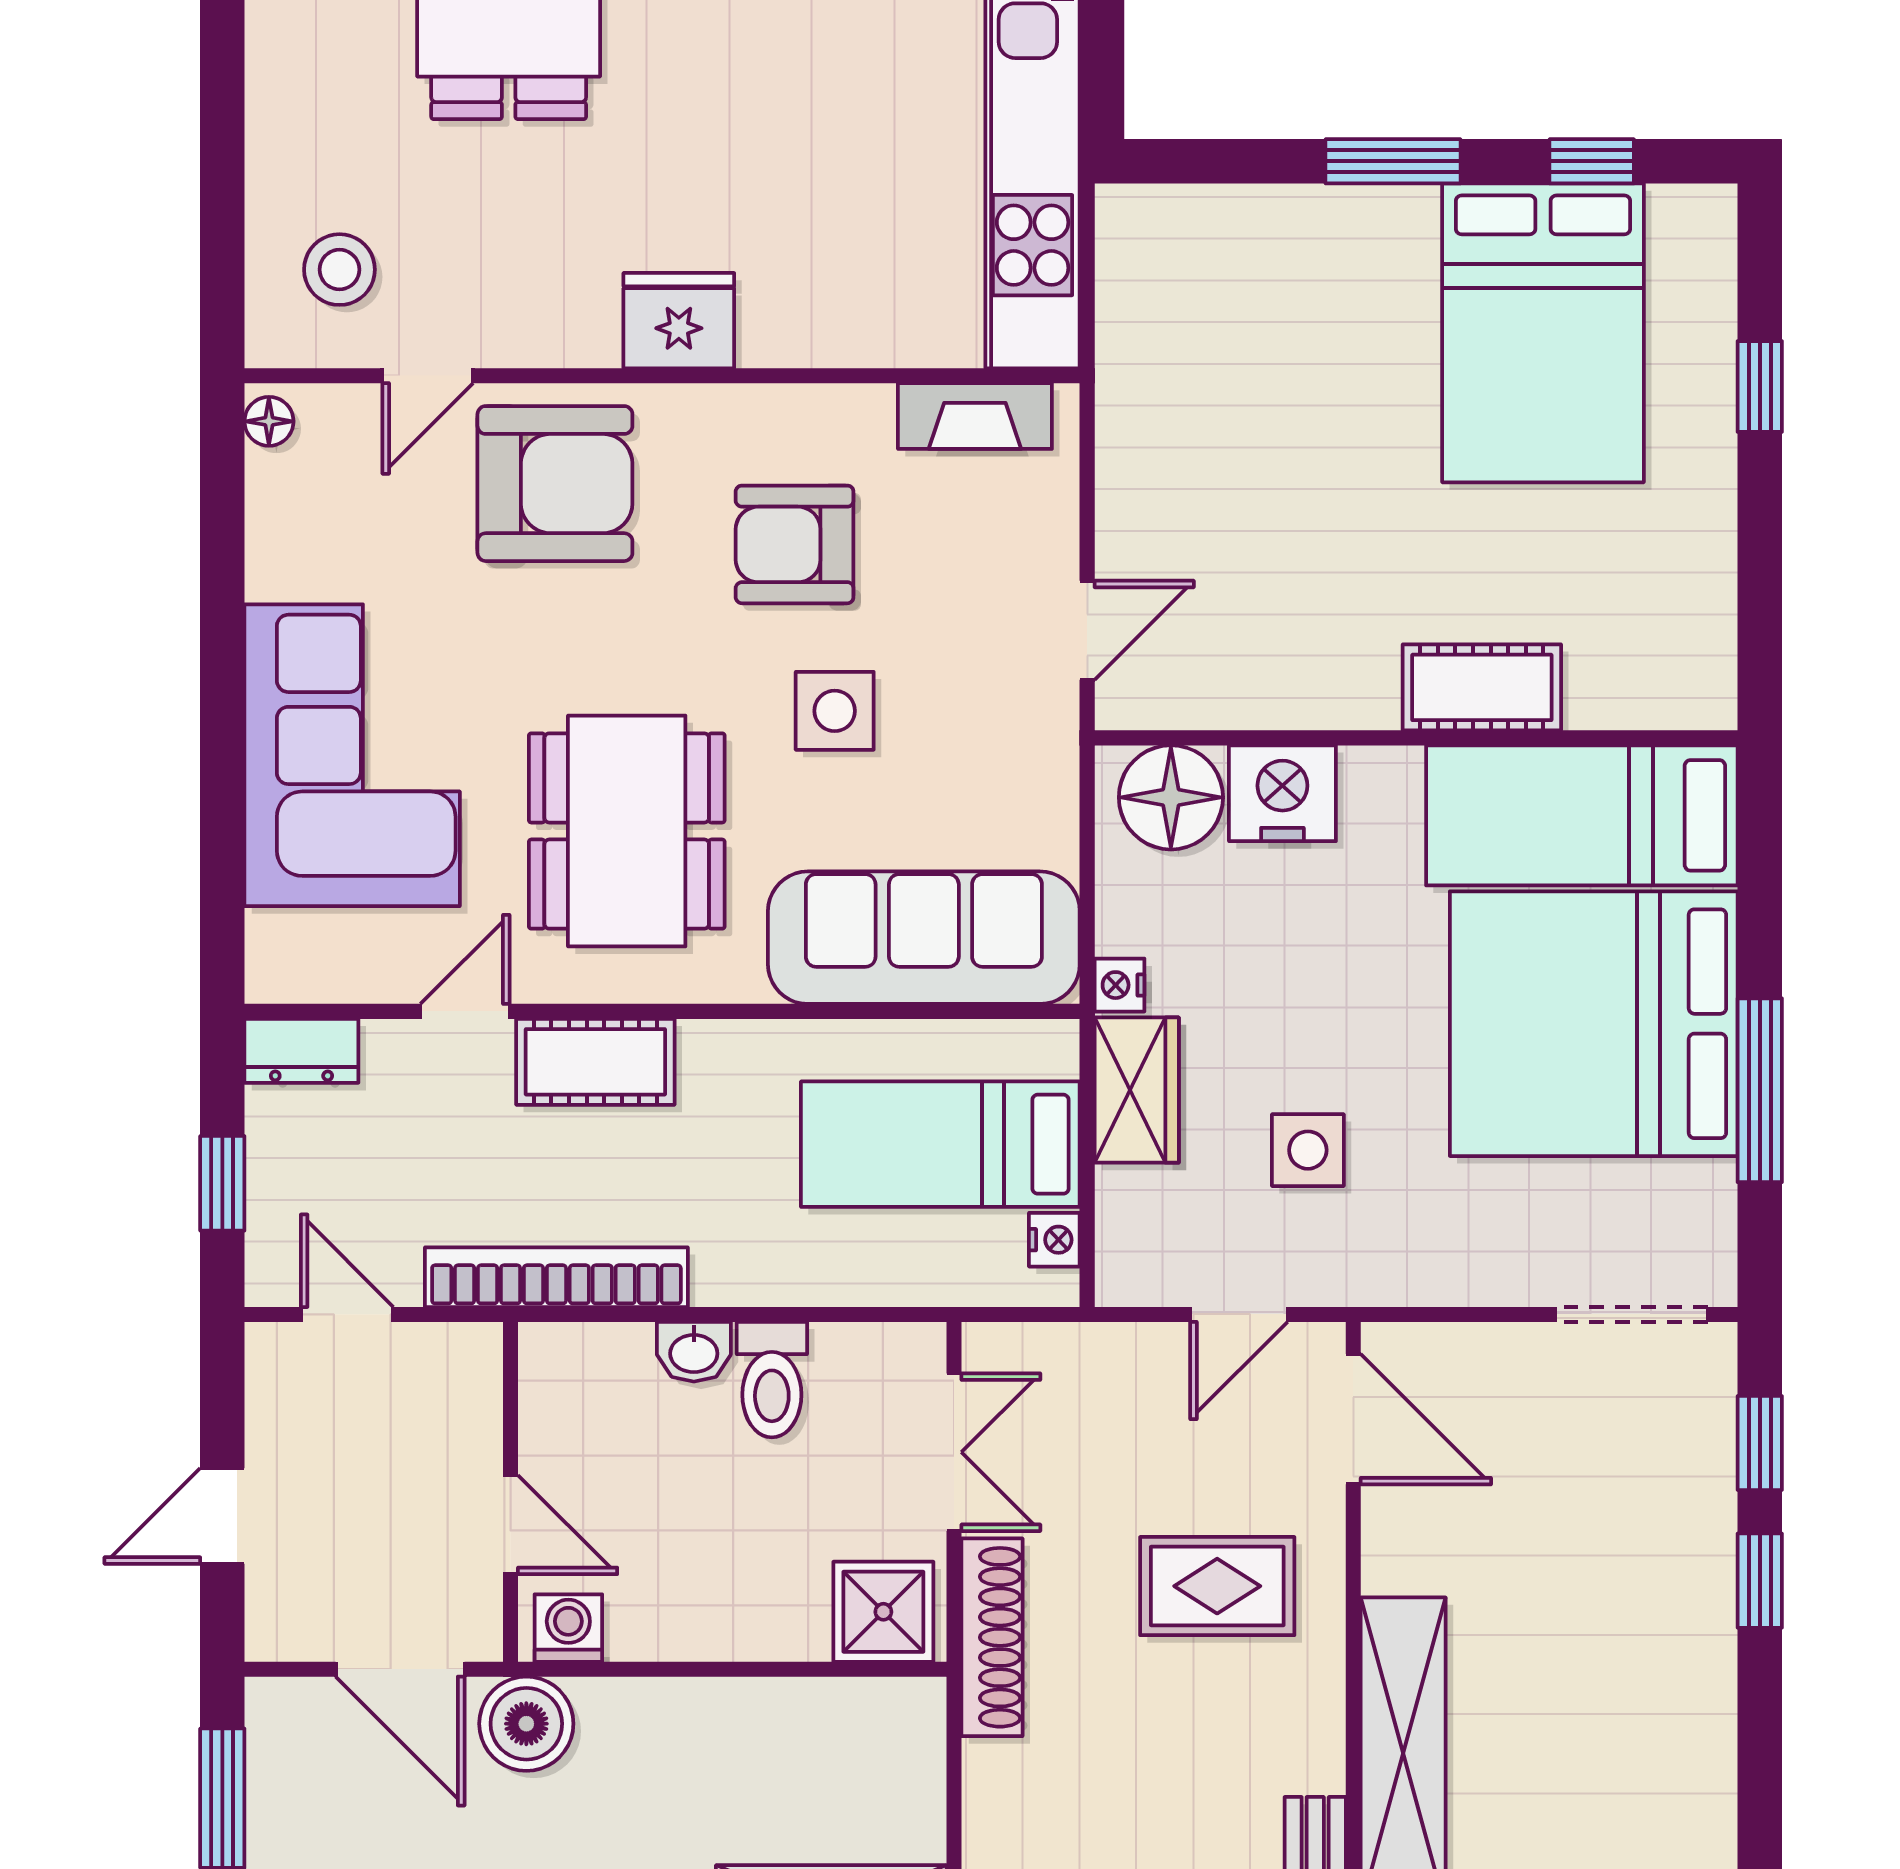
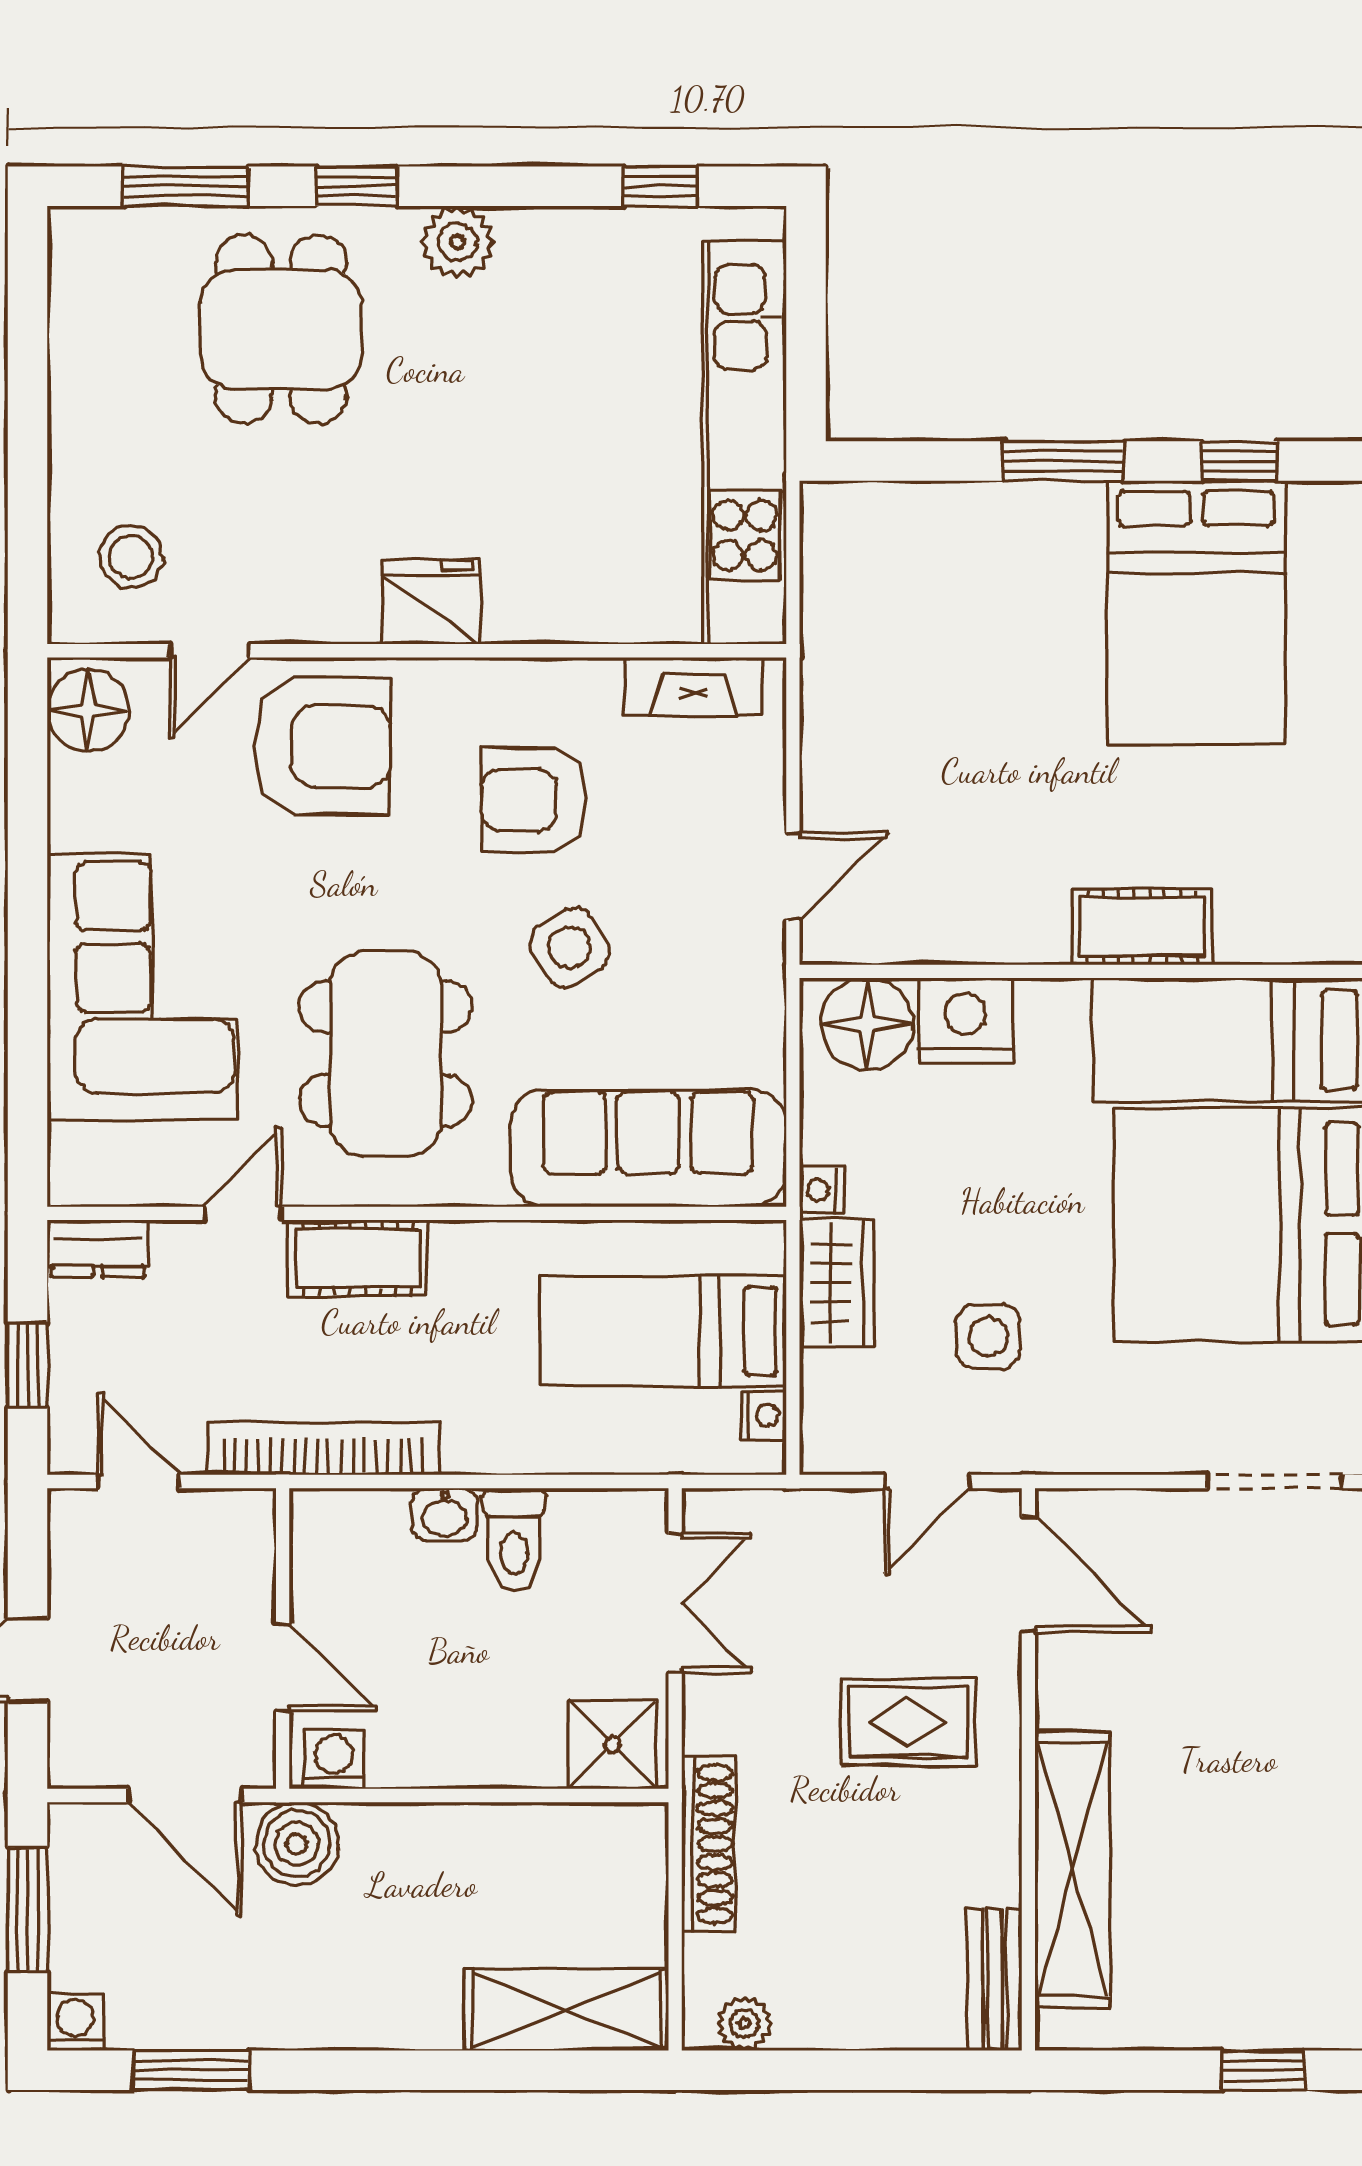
floor lamp: (269, 421) -> (88, 710), width x1.89, depth x1.89
side table: (835, 711) -> (569, 947), turned -31
shoe rack: (992, 1637) -> (709, 1844), moved

